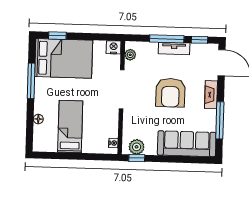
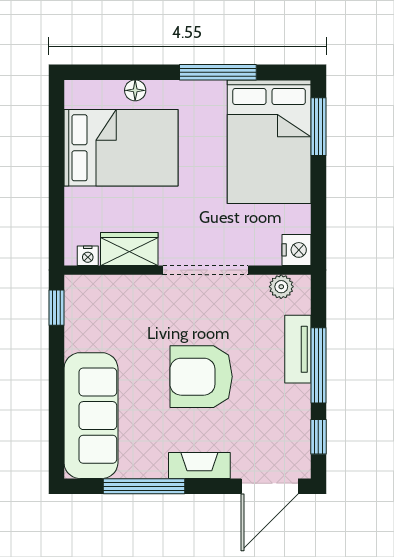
window: (57, 36) -> (318, 127), width x1.50
tv unit: (174, 48) -> (298, 349), moved
wardrobe: (111, 124) -> (129, 249), added
bed: (70, 126) -> (121, 148), width x1.50
plant: (137, 147) -> (81, 306), removed

